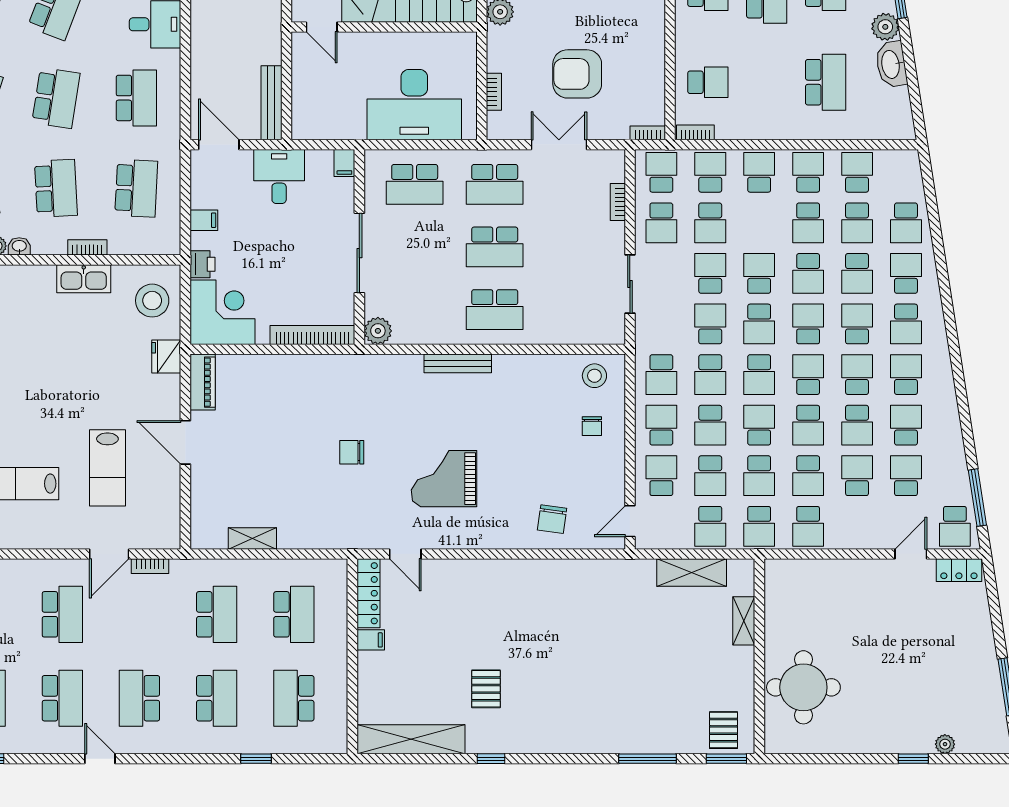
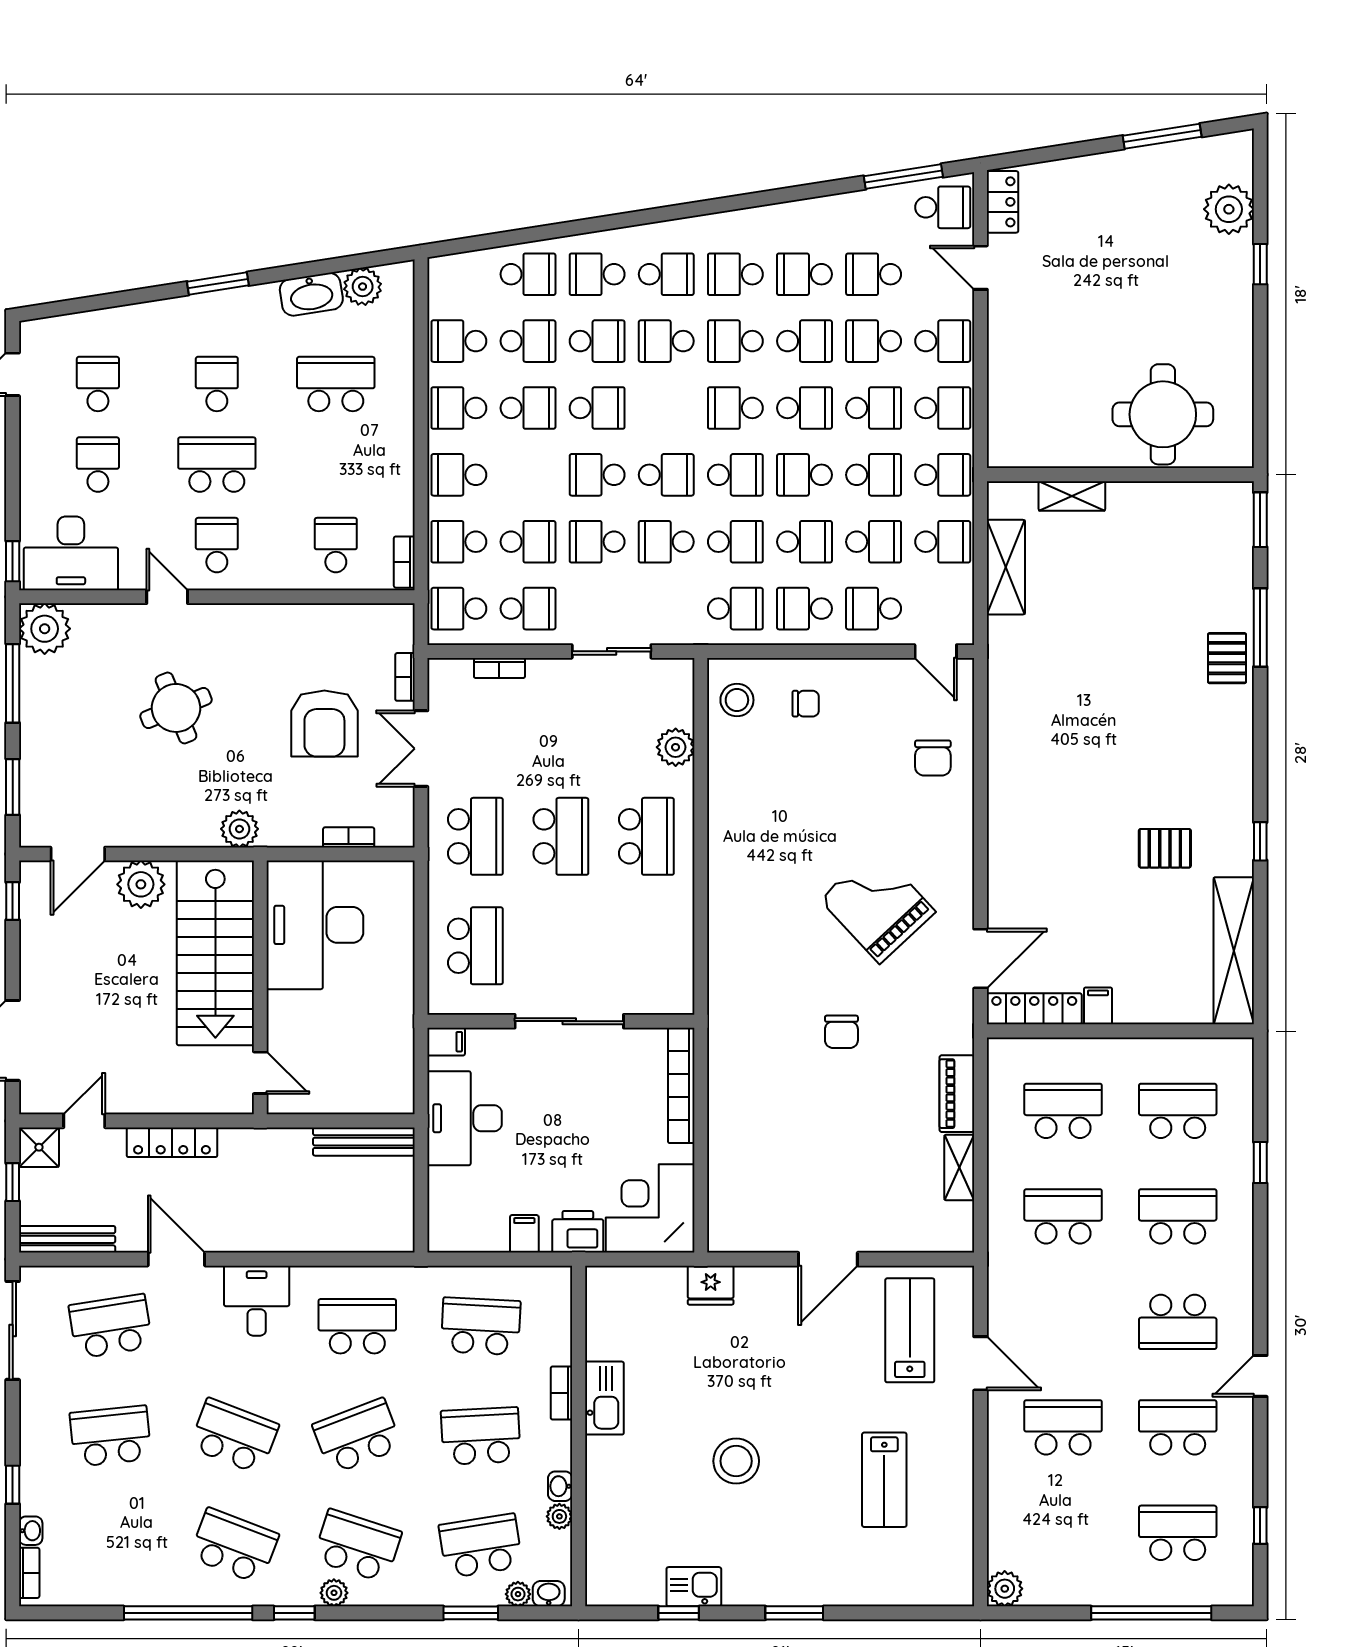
door: (322, 27) -> (260, 1073), hinge flipped
plant: (885, 27) -> (363, 287), moved
school desk: (56, 98) -> (357, 1436), turned -30
desk: (414, 105) -> (315, 925), moved, turned 180
bookcase: (648, 133) -> (405, 677), moved
door: (219, 145) -> (421, 1213), removed
desk: (279, 176) -> (465, 1118), width x1.37
printer: (202, 264) -> (578, 1232), width x1.36, depth x1.24
stool: (152, 301) -> (736, 1461), moved
school desk: (808, 324) -> (943, 341), moved, turned 180
plant: (378, 331) -> (676, 747), moved
bench: (458, 363) -> (720, 887), removed
piano: (203, 382) -> (957, 1094), moved, turned -90
lab bench: (107, 468) -> (910, 1330), moved, turned -90
grand piano: (444, 479) -> (877, 906), turned 137
chair: (552, 519) -> (933, 758), turned 82
door: (405, 554) -> (981, 959), width x1.38
bookcase: (150, 566) -> (997, 1307), removed
school desk: (294, 698) -> (1178, 1111), turned 180
pallet: (723, 730) -> (1227, 658), moved, turned 90
plant: (945, 744) -> (1229, 209), width x1.88, depth x1.88

